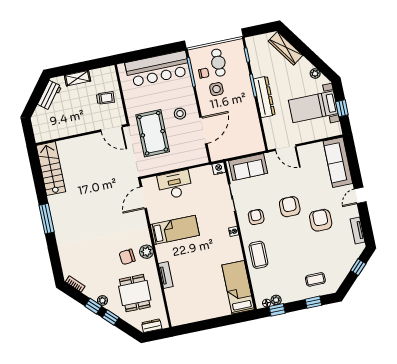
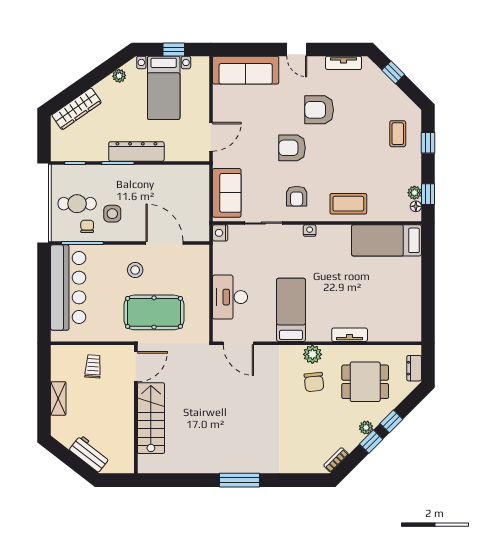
workbench: (50, 95) -> (90, 454), moved
stairs: (51, 169) -> (151, 418), moved, turned 90
armchair: (256, 217) -> (297, 196), turned -90

